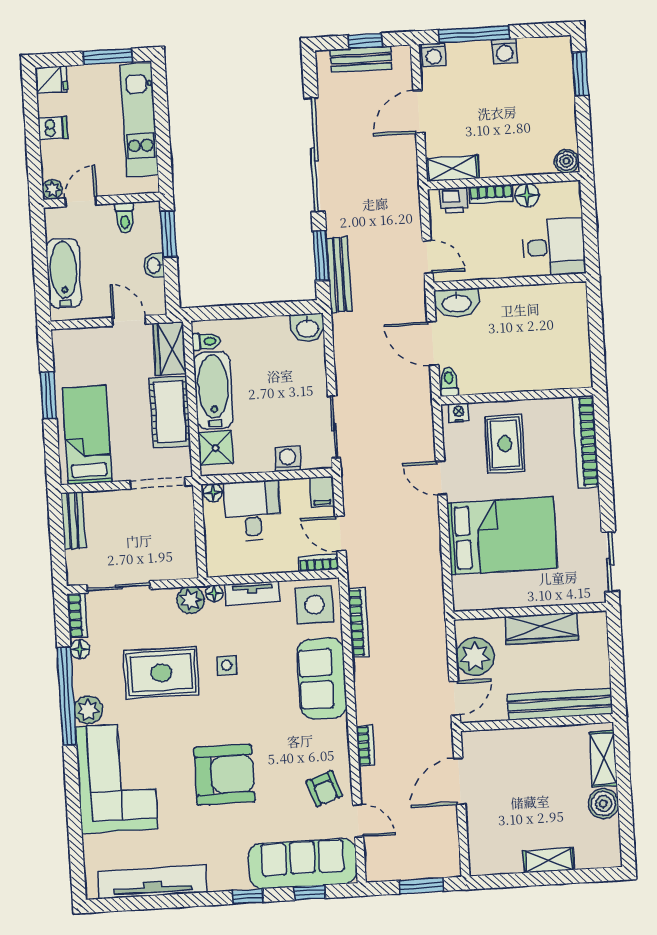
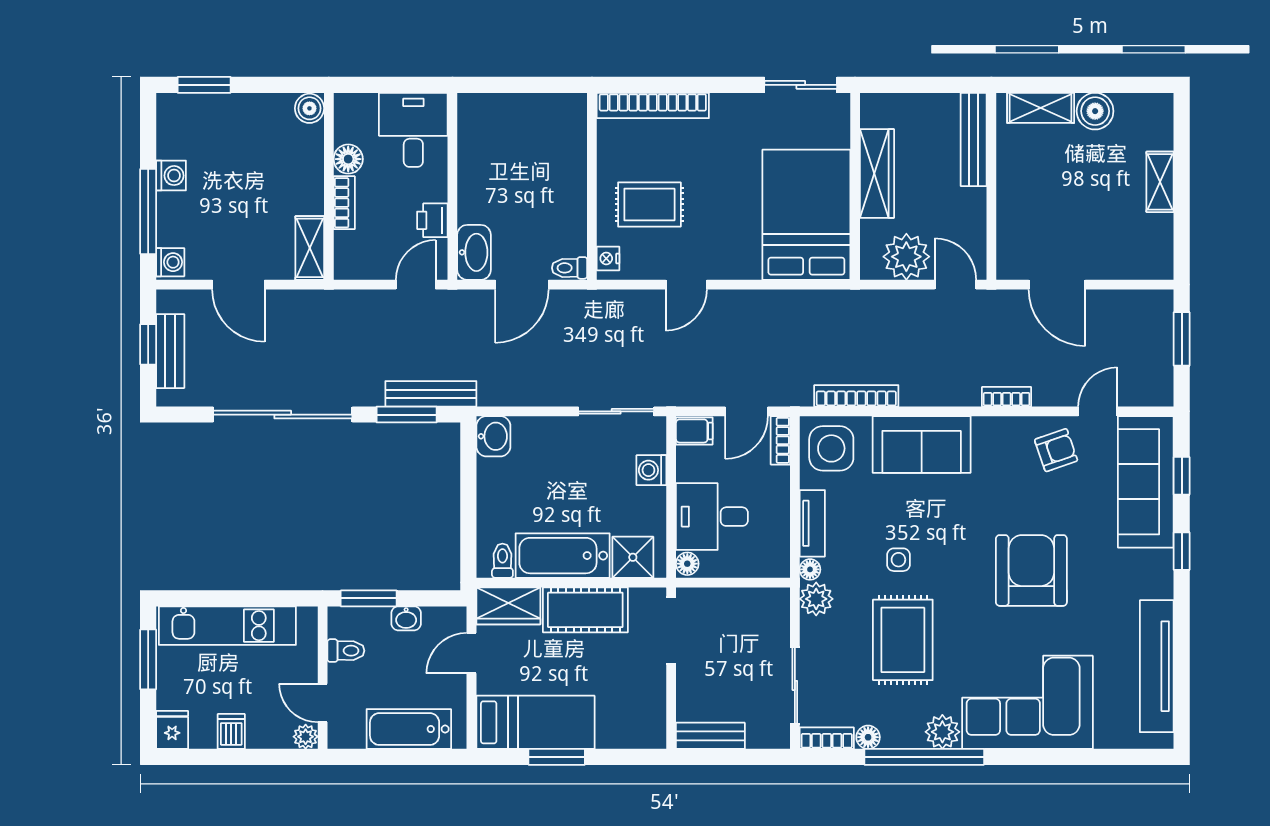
printer: (454, 200) -> (432, 220), moved, turned 180
bed: (87, 435) -> (535, 722), moved, turned 180
bed: (502, 536) -> (806, 215), moved
bench: (560, 704) -> (974, 139), width x0.73, depth x0.82

